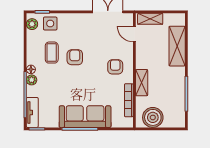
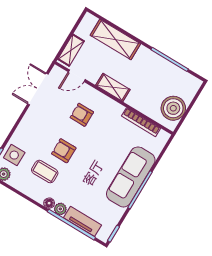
armchair: (115, 67) -> (82, 115), moved
shelving: (142, 83) -> (113, 87), moved
tv unit: (32, 112) -> (82, 221), moved

